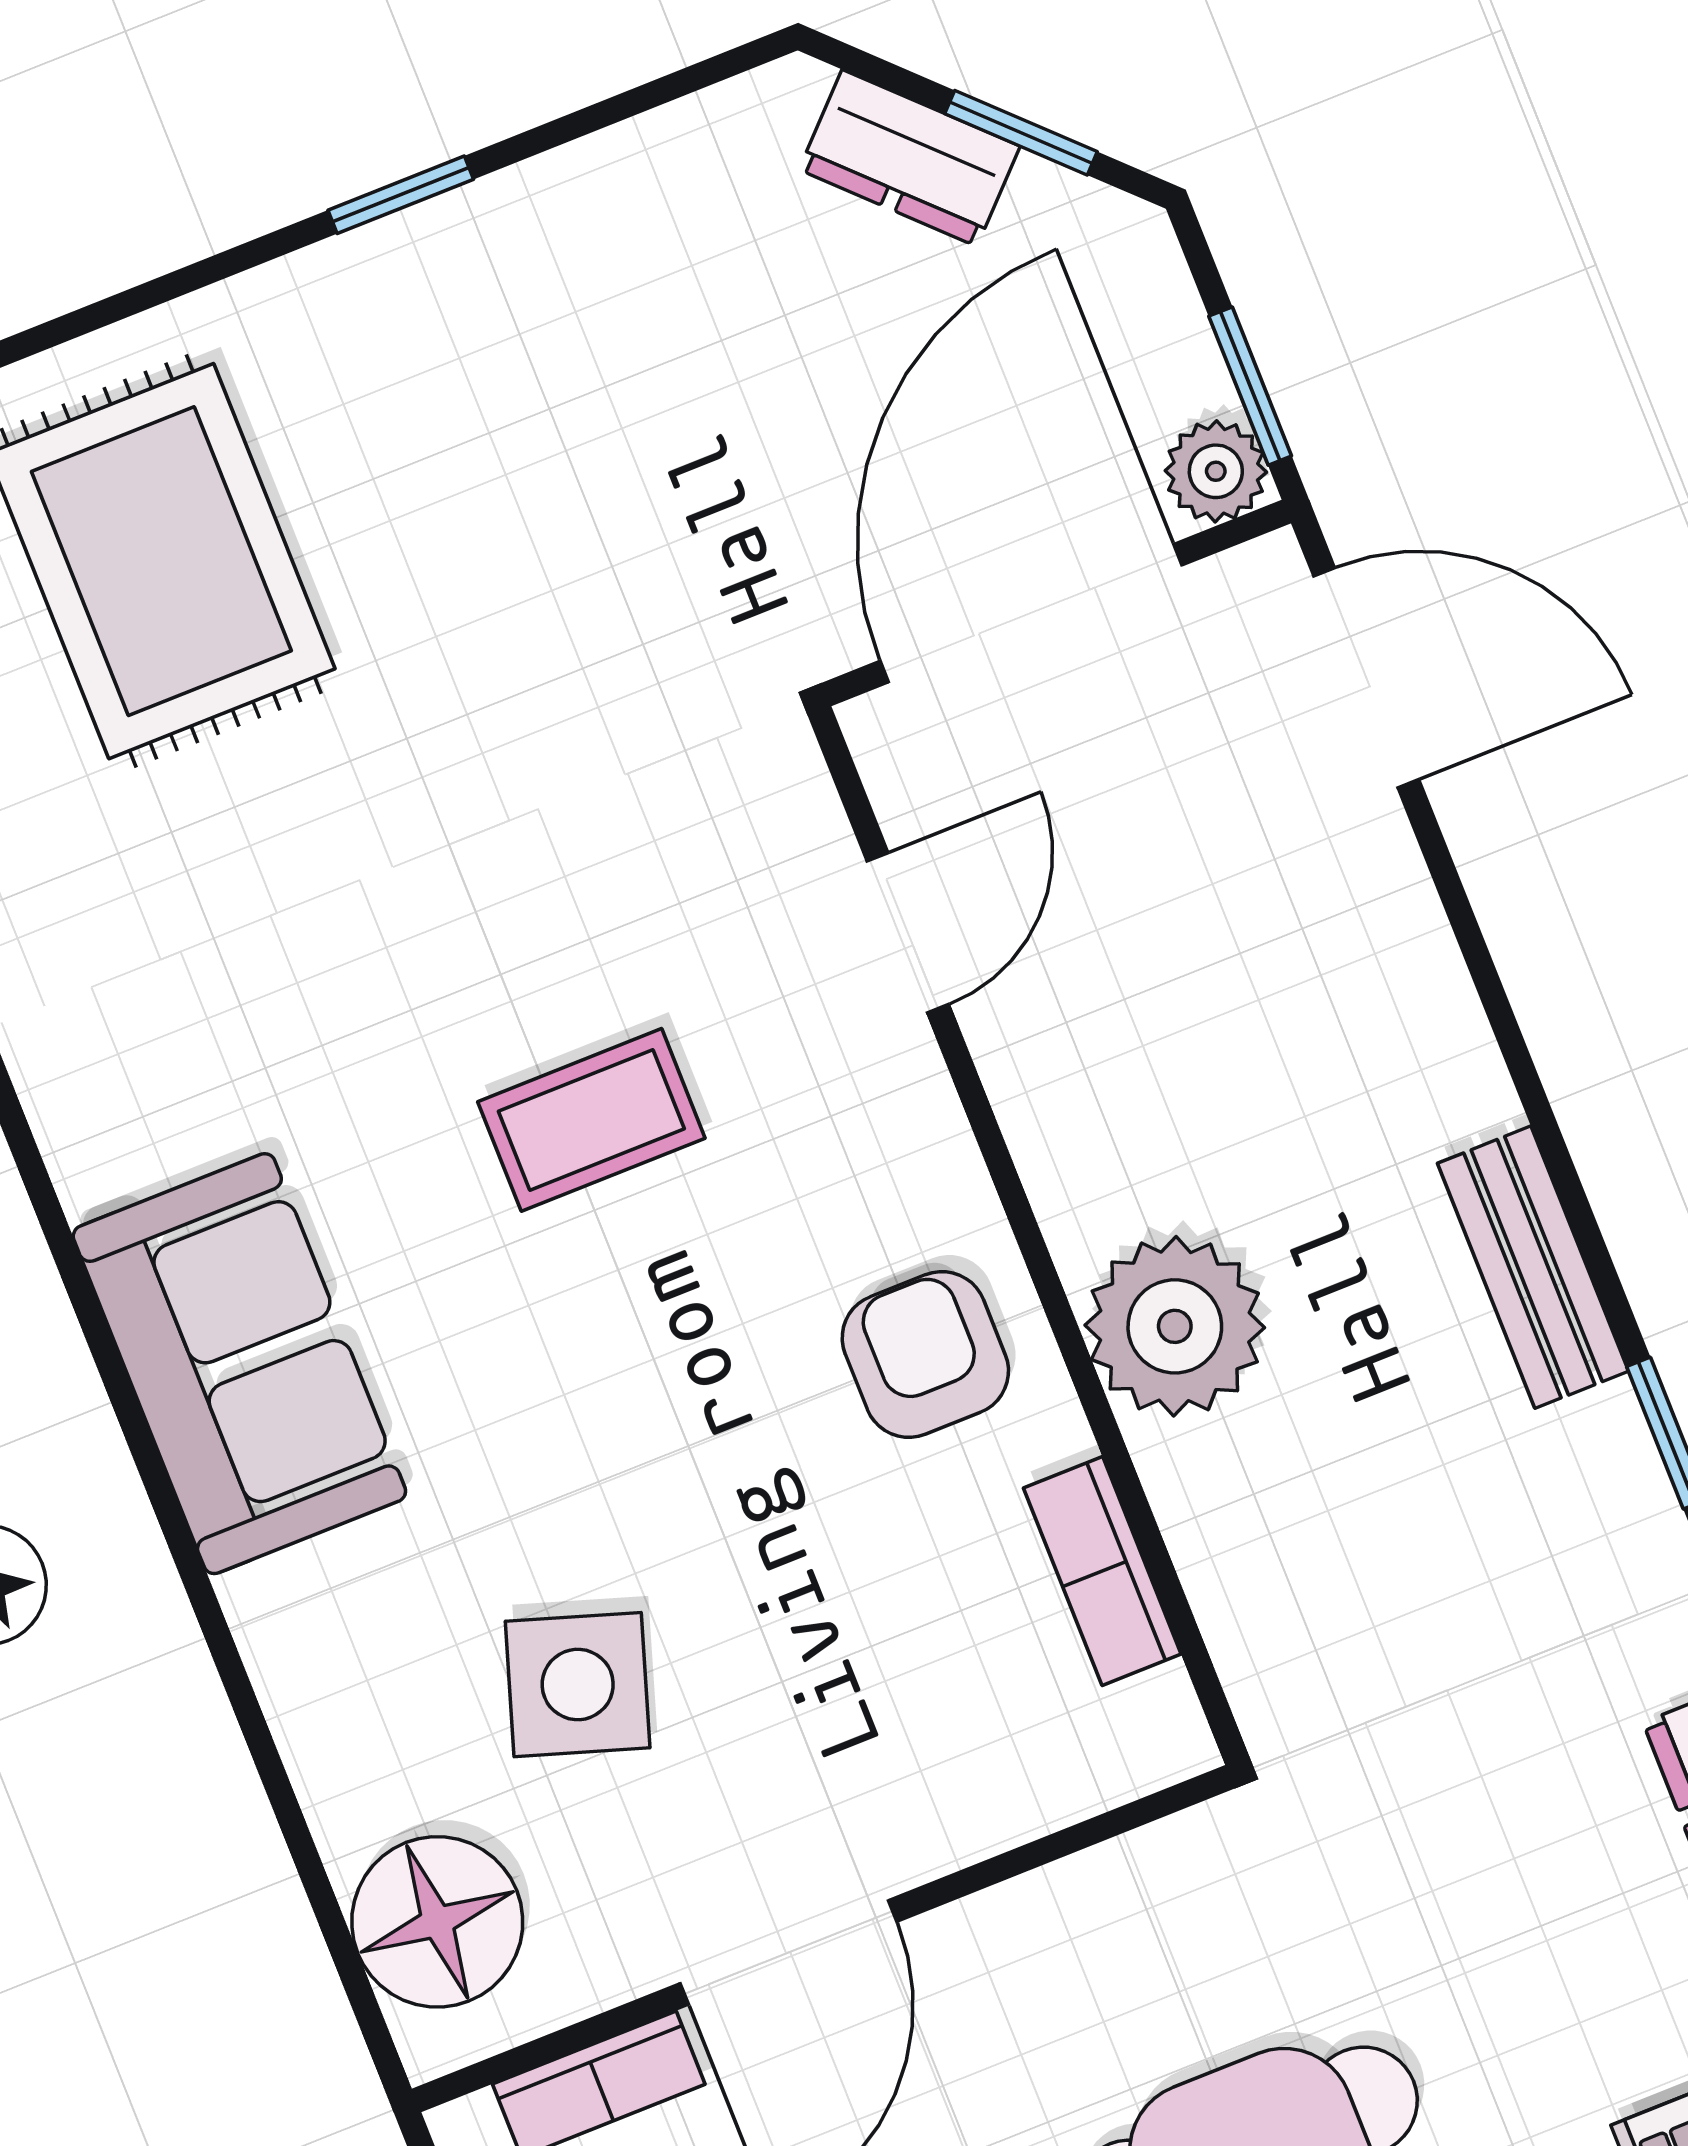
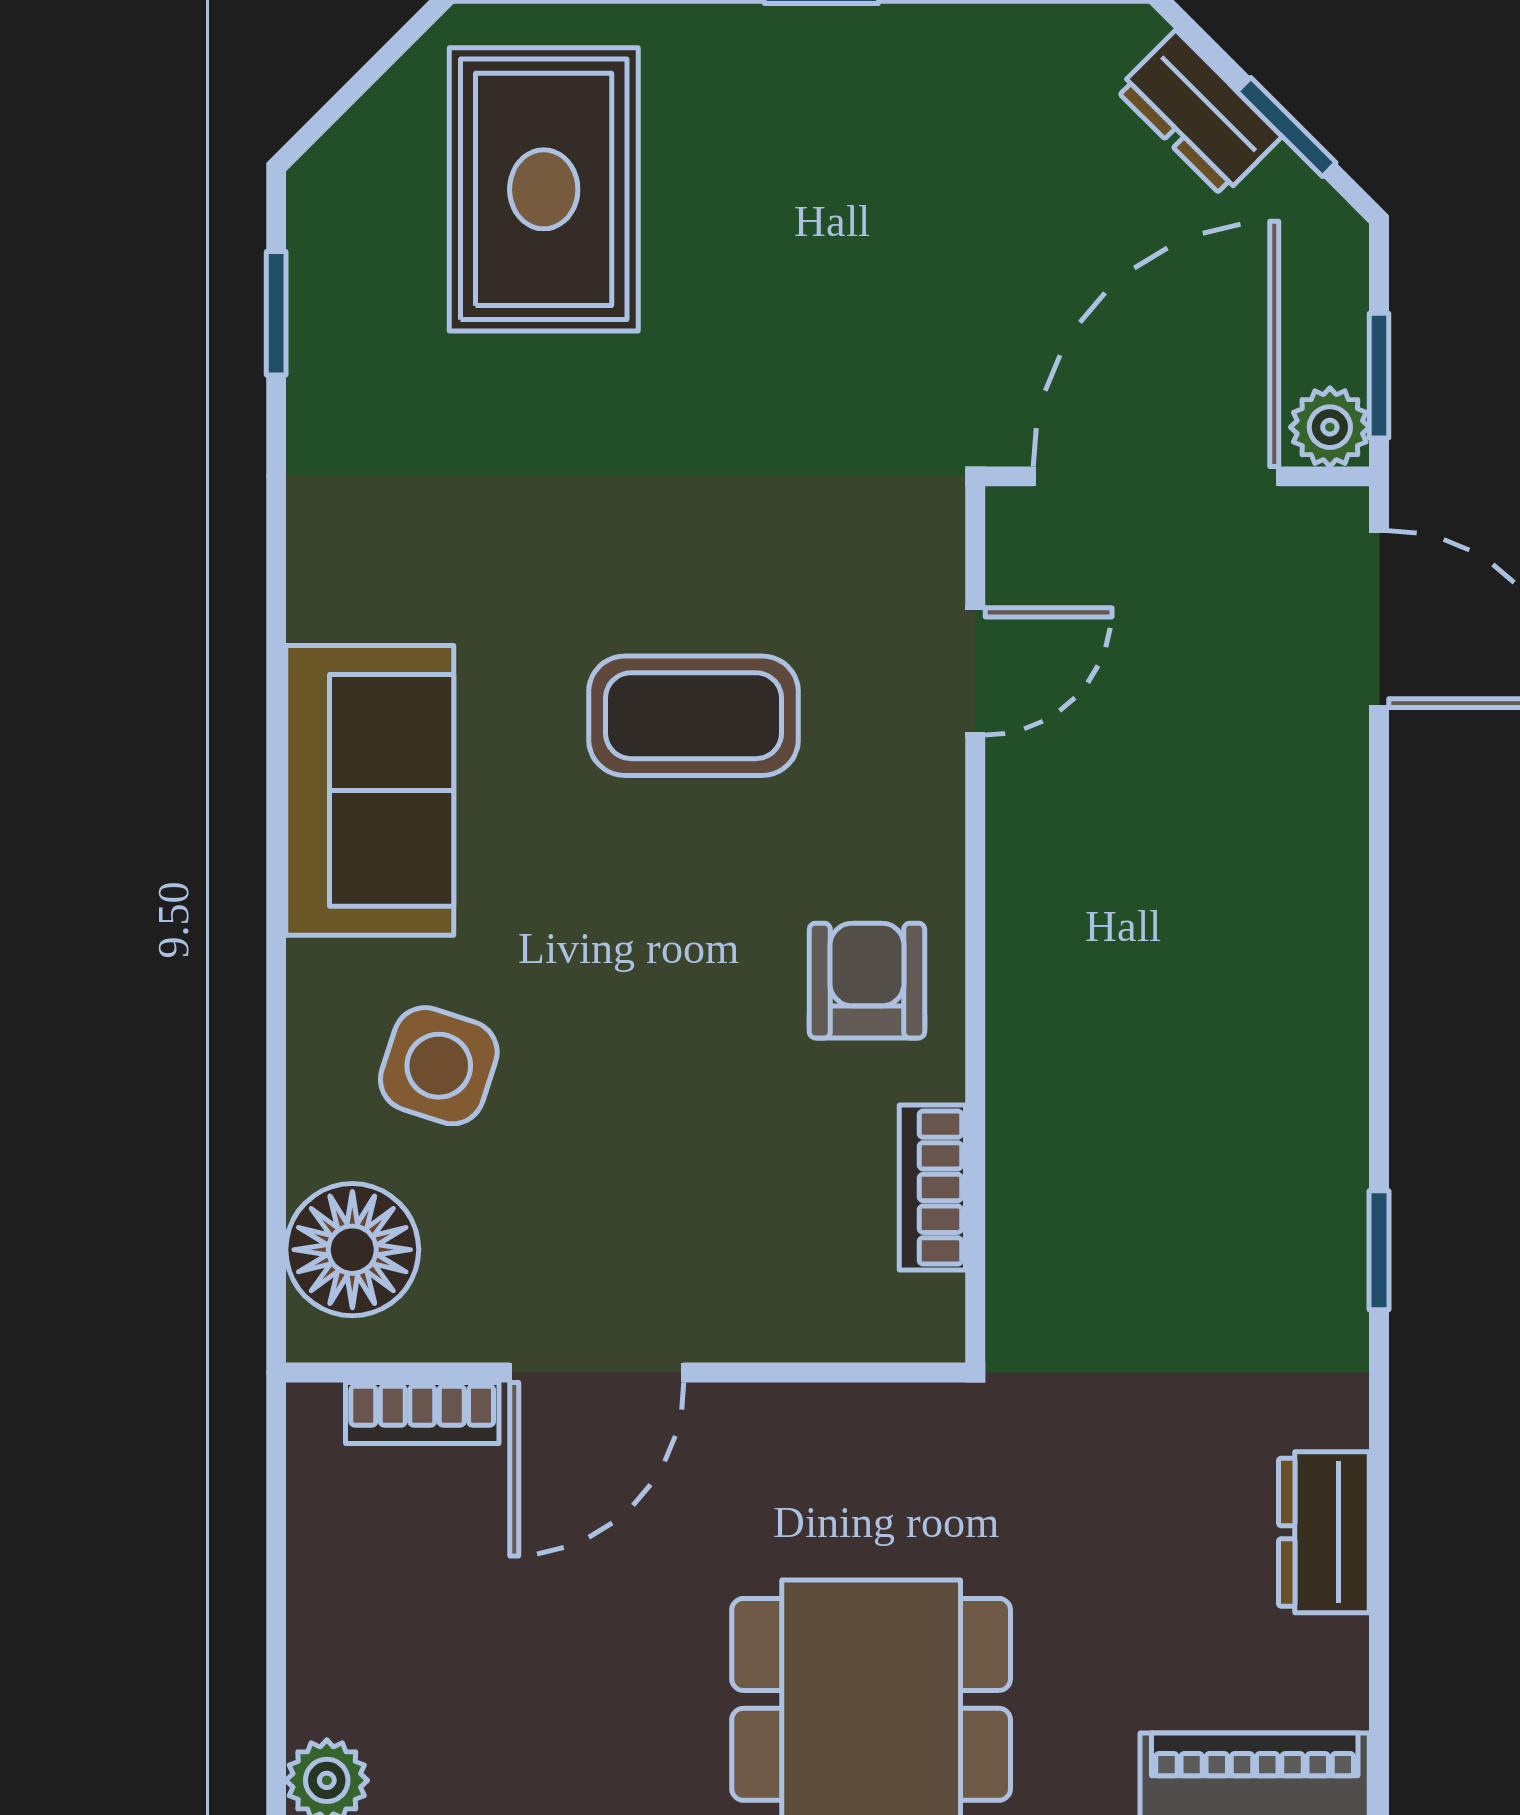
coffee table: (591, 1120) -> (694, 716), width x1.36, depth x1.30
bench: (1533, 1267) -> (1330, 1092), removed
plant: (1175, 1326) -> (1055, 1032), removed
side table: (578, 1685) -> (439, 1066), moved

